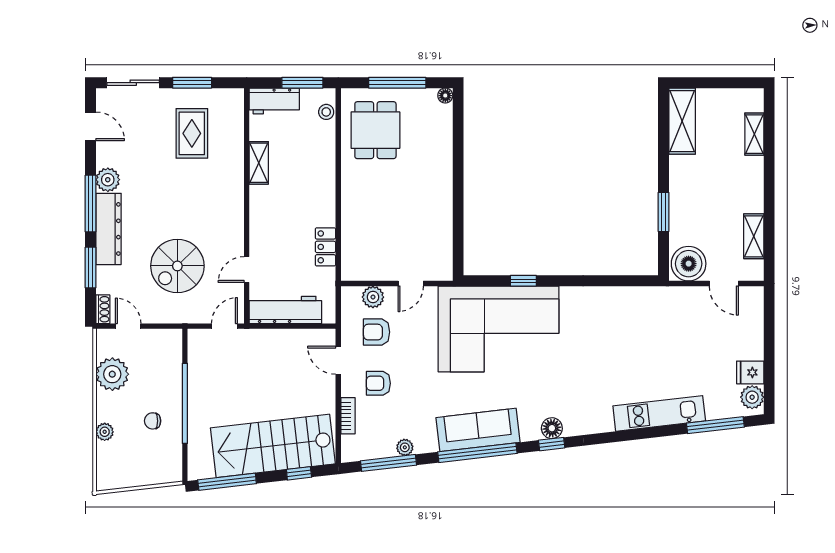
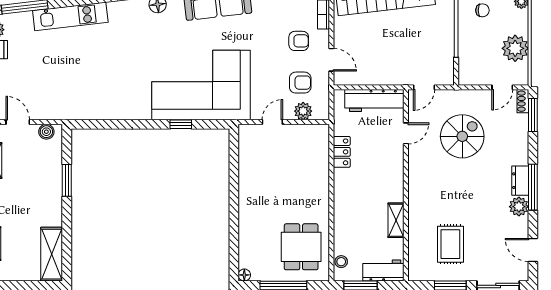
dresser: (109, 229) -> (520, 181), width x0.51, depth x0.80
boiler: (689, 264) -> (46, 132), width x0.54, depth x0.54
window: (90, 268) -> (533, 115), moved
door: (128, 326) -> (502, 87), hinge flipped

